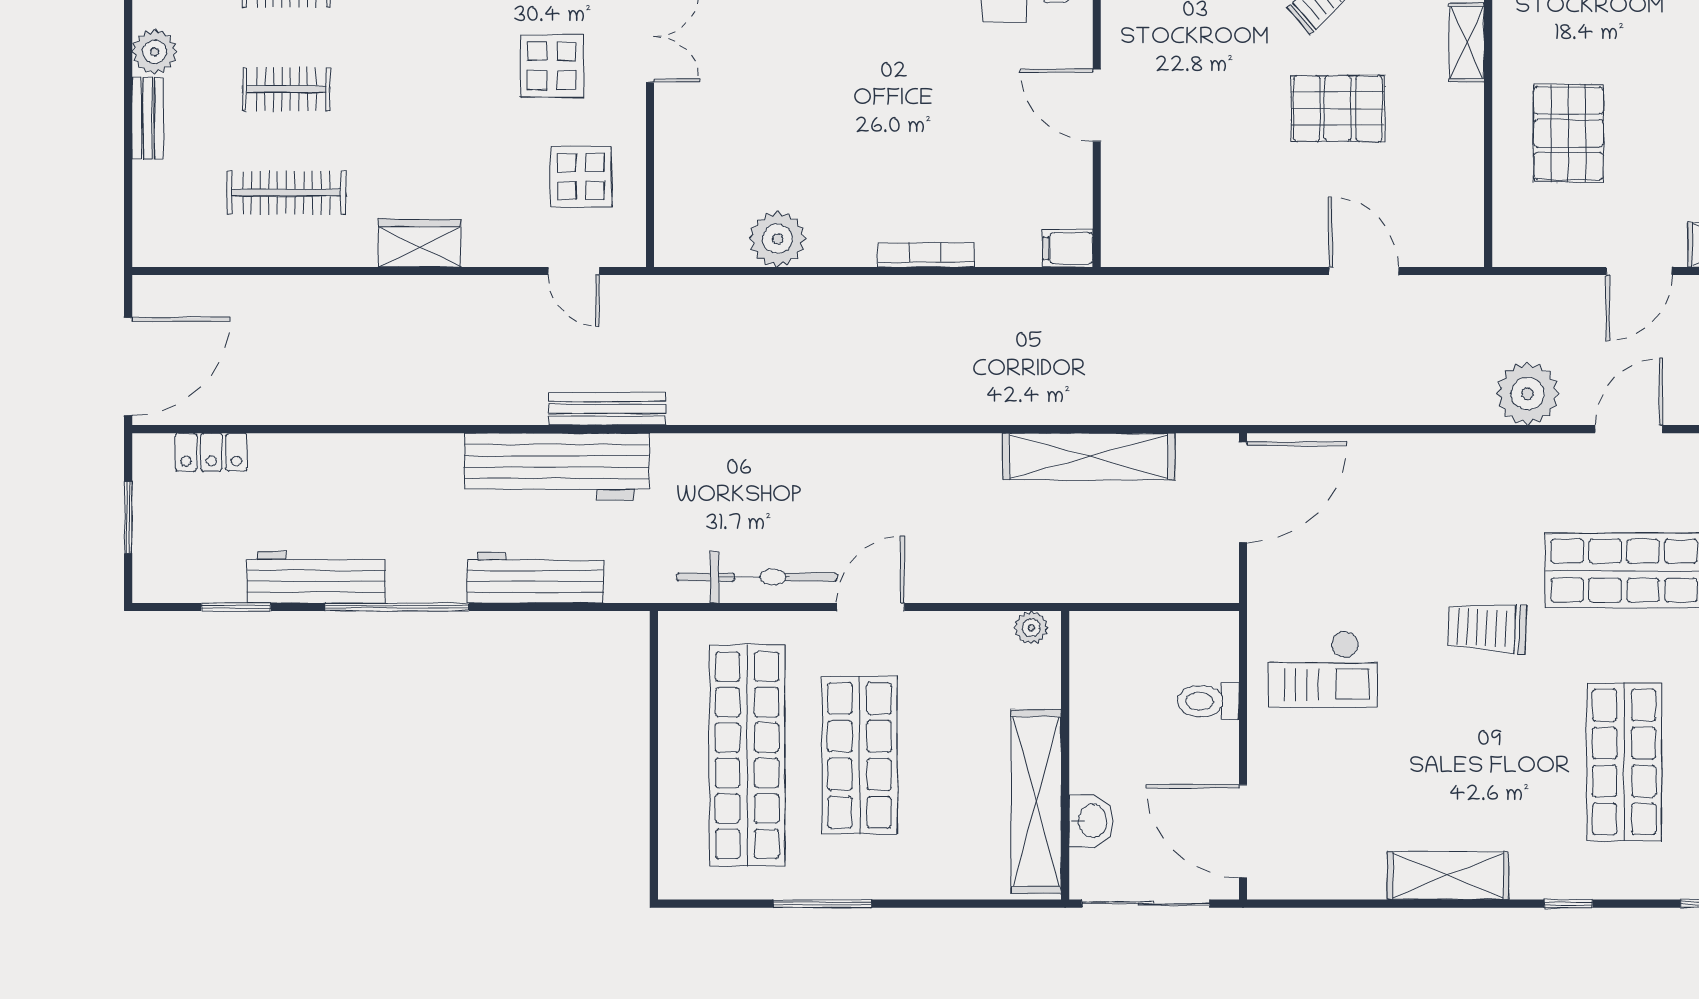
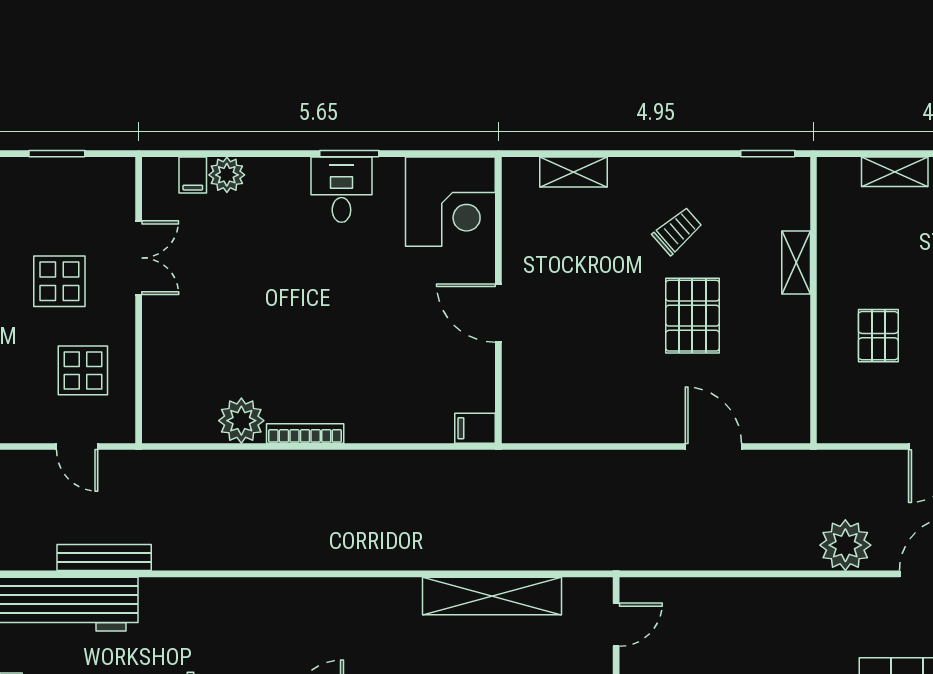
pallet: (1338, 108) -> (692, 316), turned 90
pallet: (1569, 133) -> (878, 336), width x0.67, depth x0.71
bookcase: (926, 255) -> (305, 434), moved
door: (1243, 492) -> (616, 625), width x0.53

